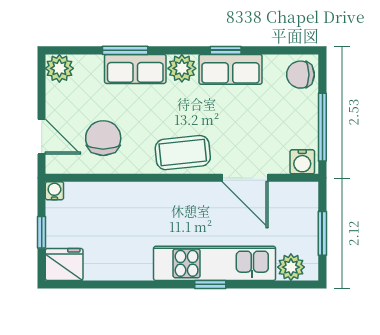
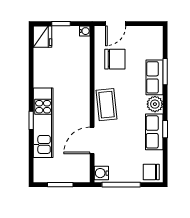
plant: (59, 68) -> (155, 34), removed
chair: (300, 75) -> (151, 172), turned -90
plant: (291, 267) -> (41, 167), removed

